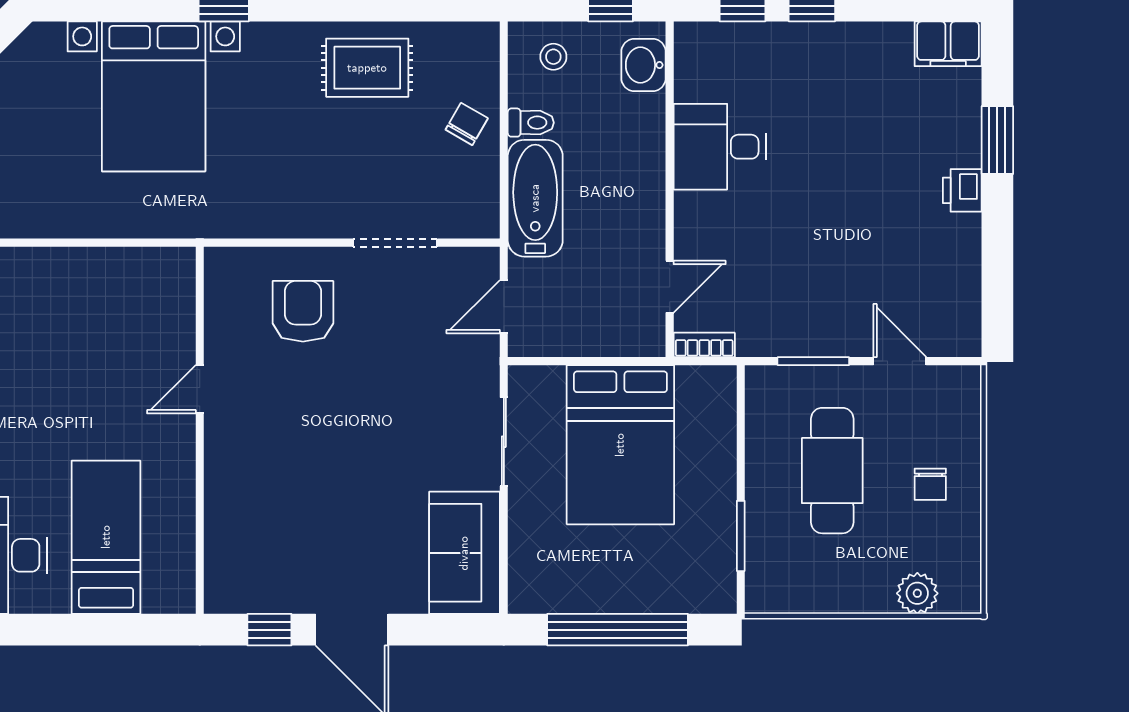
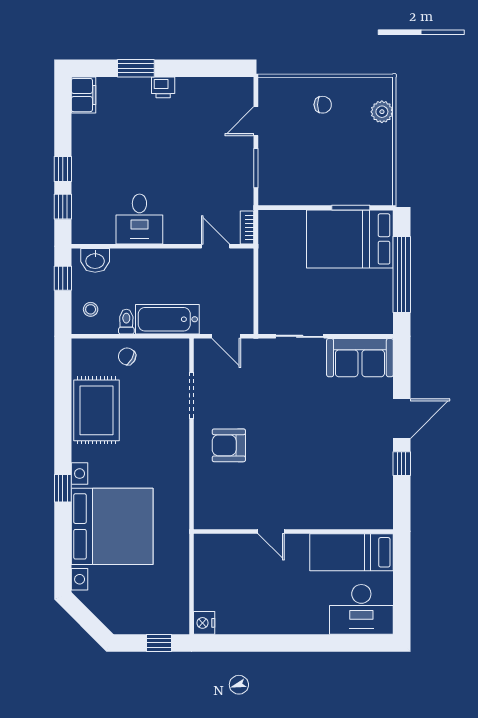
rug: (367, 68) -> (97, 410), width x1.36, depth x1.43
bed with nightstands: (154, 96) -> (112, 526), width x1.36
door: (200, 389) -> (271, 531), moved
wall: (200, 430) -> (293, 531), moved
bed: (620, 445) -> (350, 239), moved, turned 180
cafe table: (832, 471) -> (315, 158), removed

